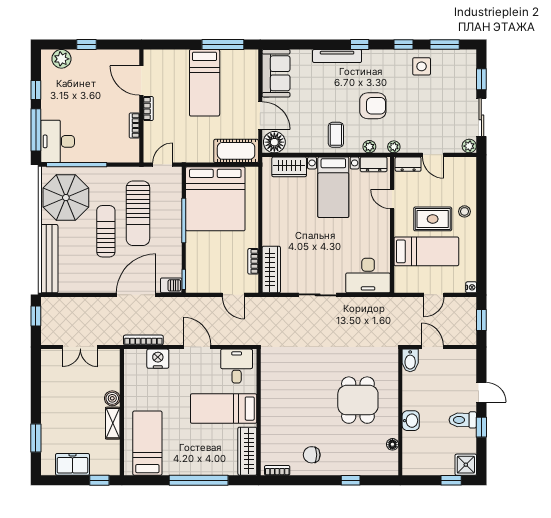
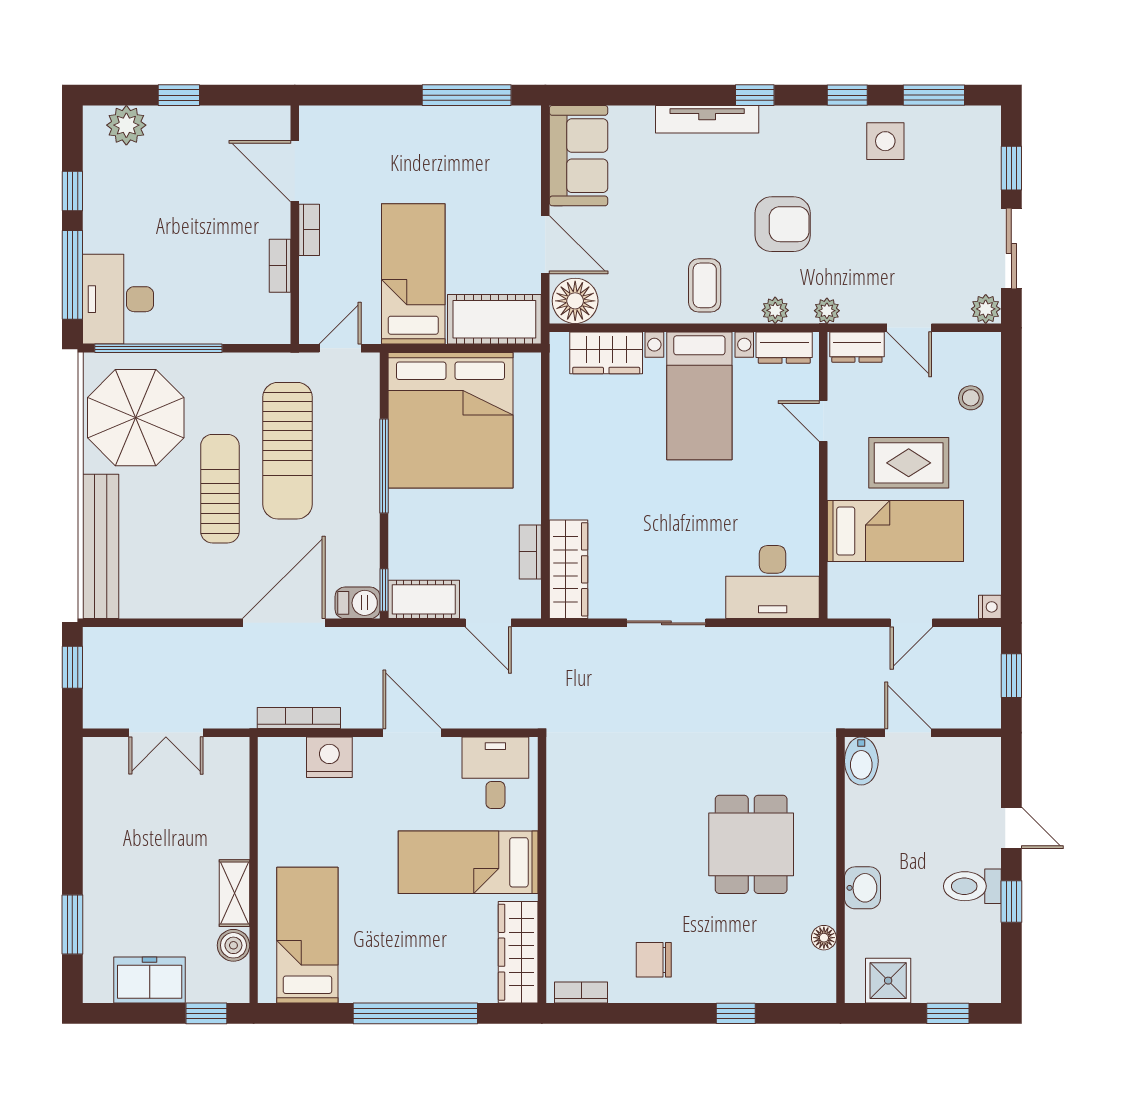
bed: (205, 83) -> (413, 274), moved, turned 180
stool: (464, 211) -> (971, 398), moved
cot: (203, 284) -> (424, 599), added
boiler: (112, 398) -> (233, 945), moved
shower: (466, 465) -> (888, 981), moved

